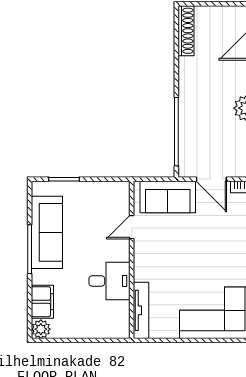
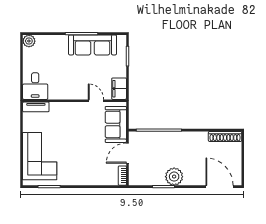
desk: (109, 281) -> (35, 86), moved
filing cabinet: (42, 302) -> (119, 89), moved, turned 90
tv unit: (141, 310) -> (36, 107), width x0.71

